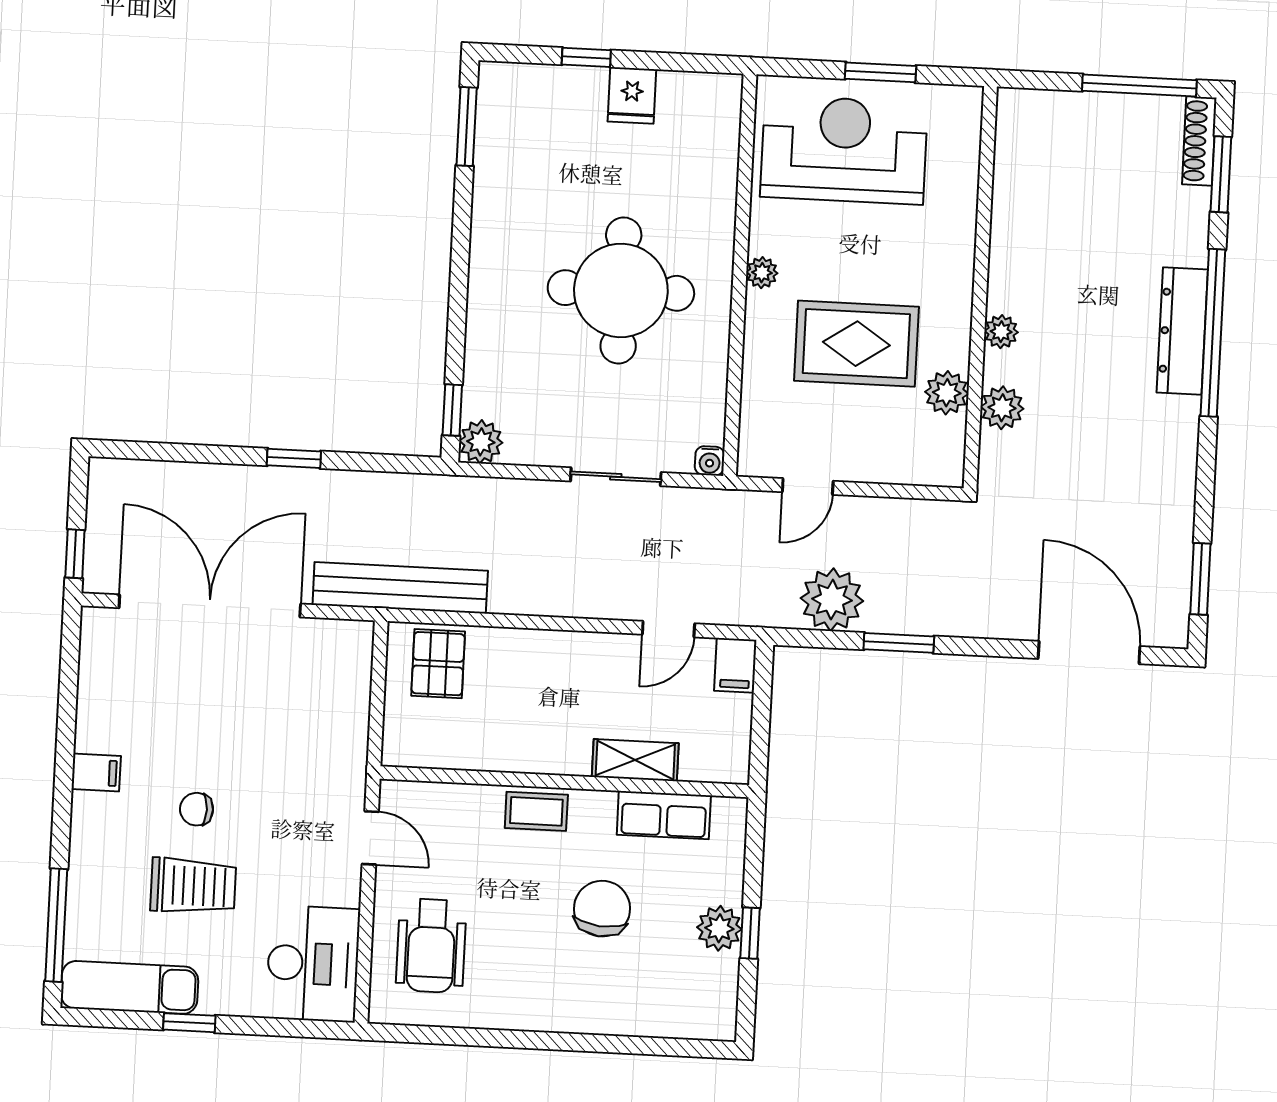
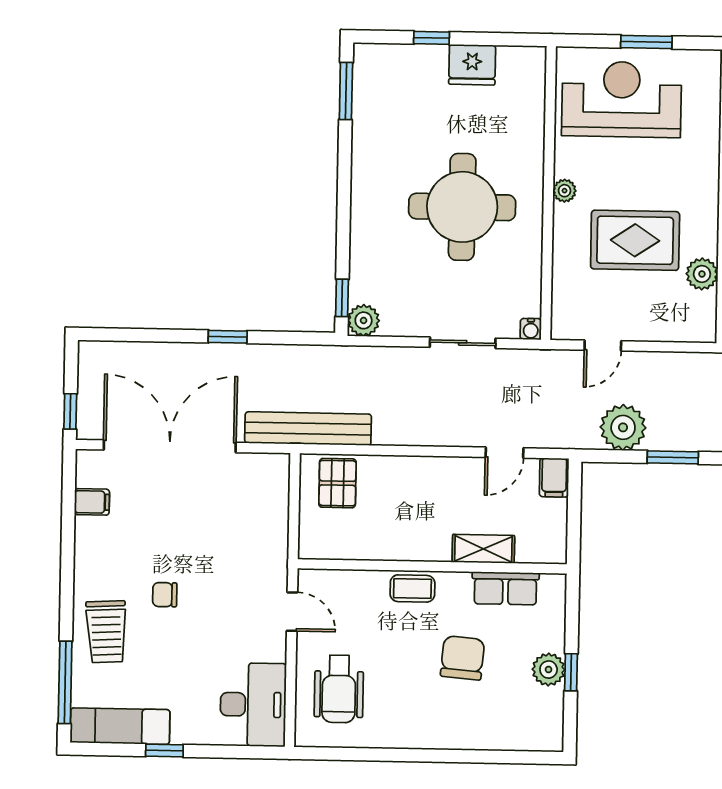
fridge: (632, 95) -> (472, 65), width x1.38
filing cabinet: (96, 773) -> (92, 502), moved
trolley: (193, 886) -> (106, 632), moved, turned 87

